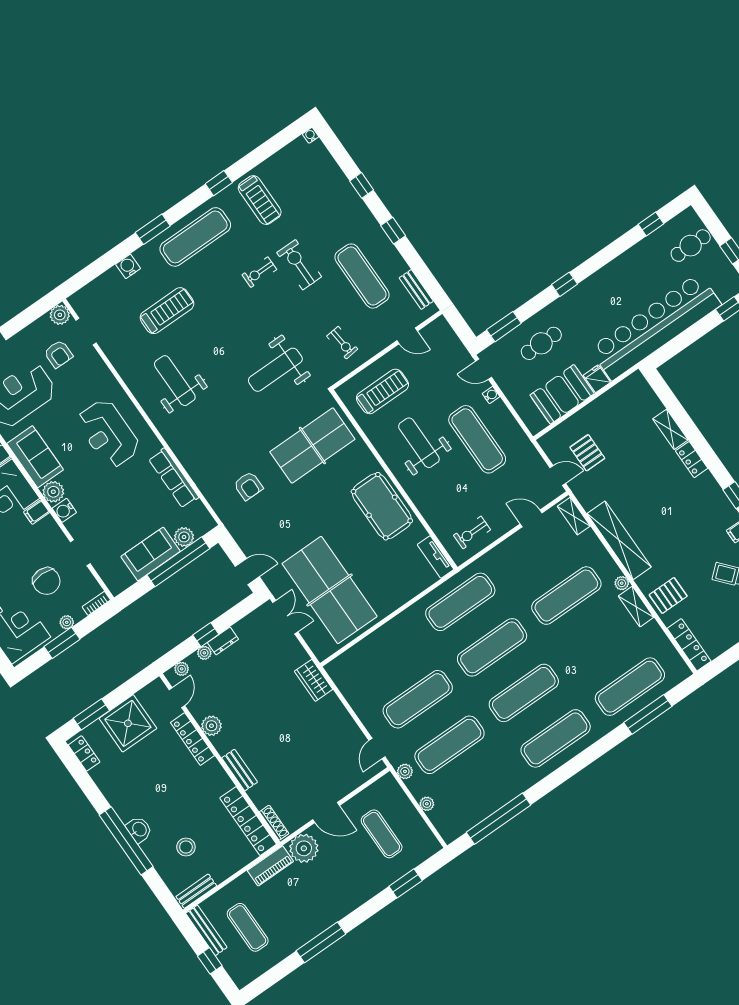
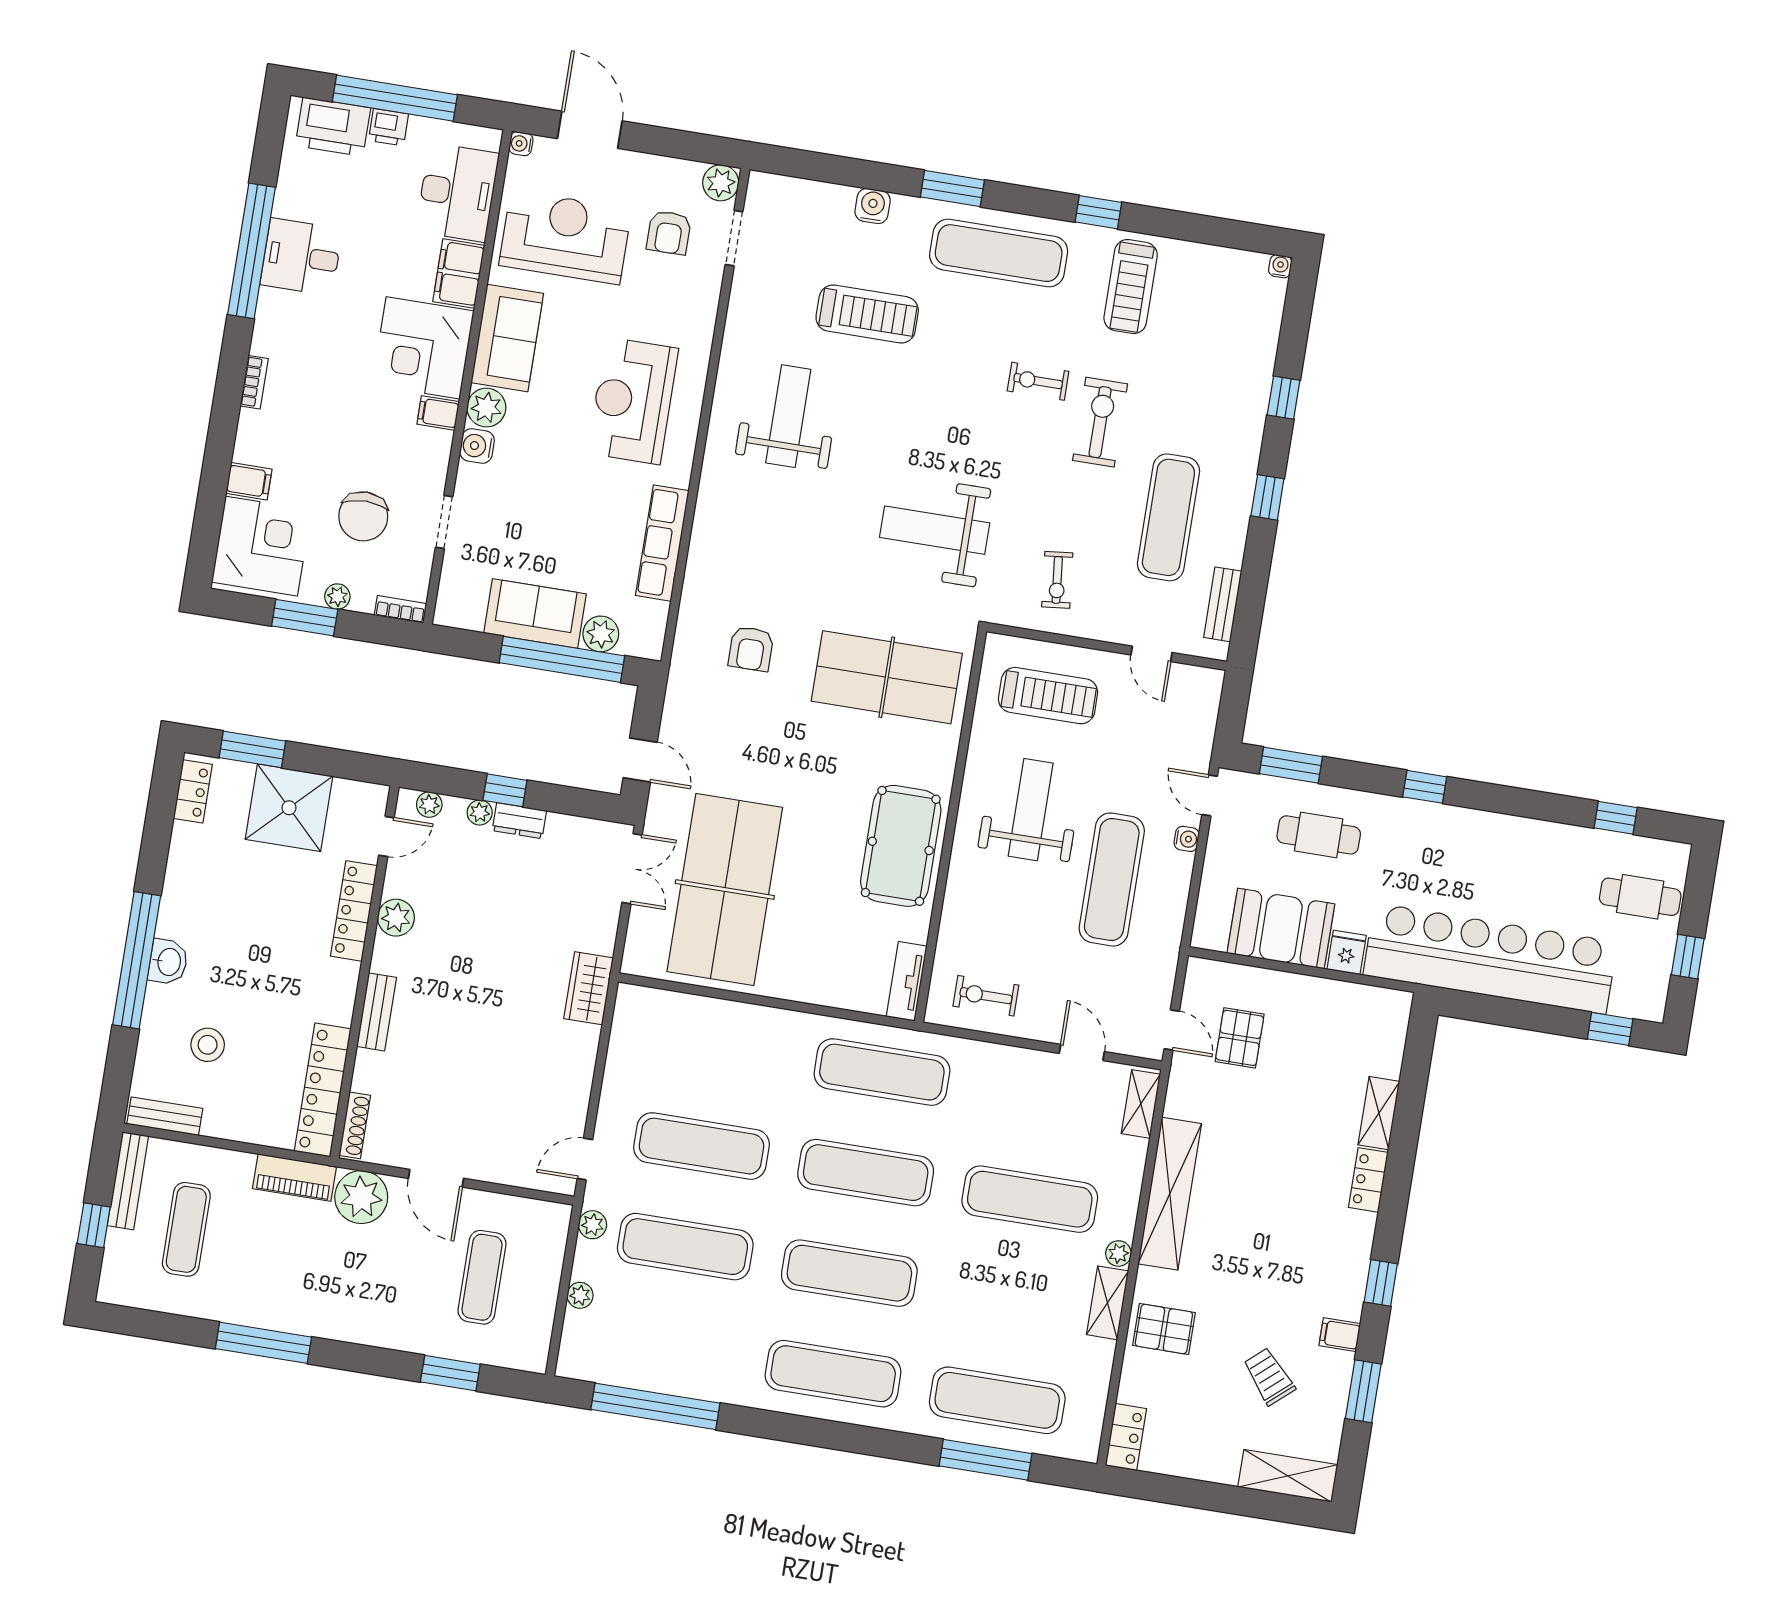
locker: (689, 645) -> (1126, 1437), width x0.66

